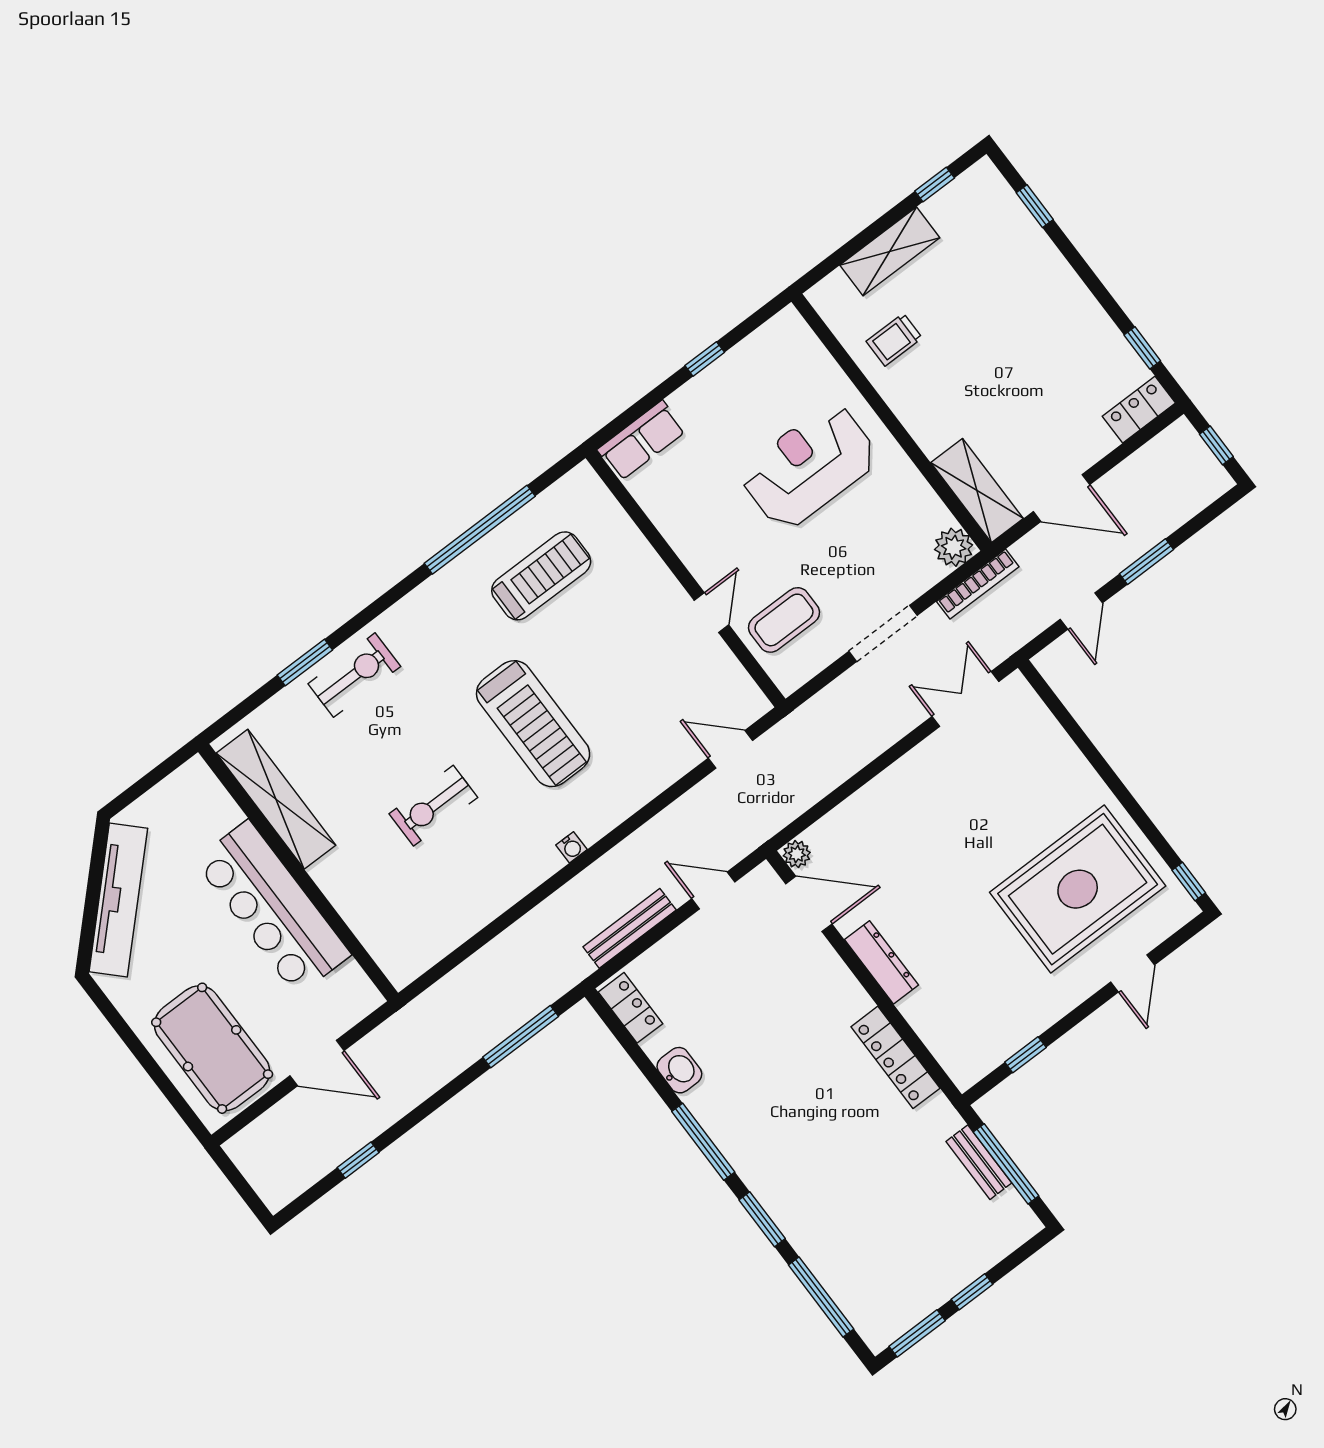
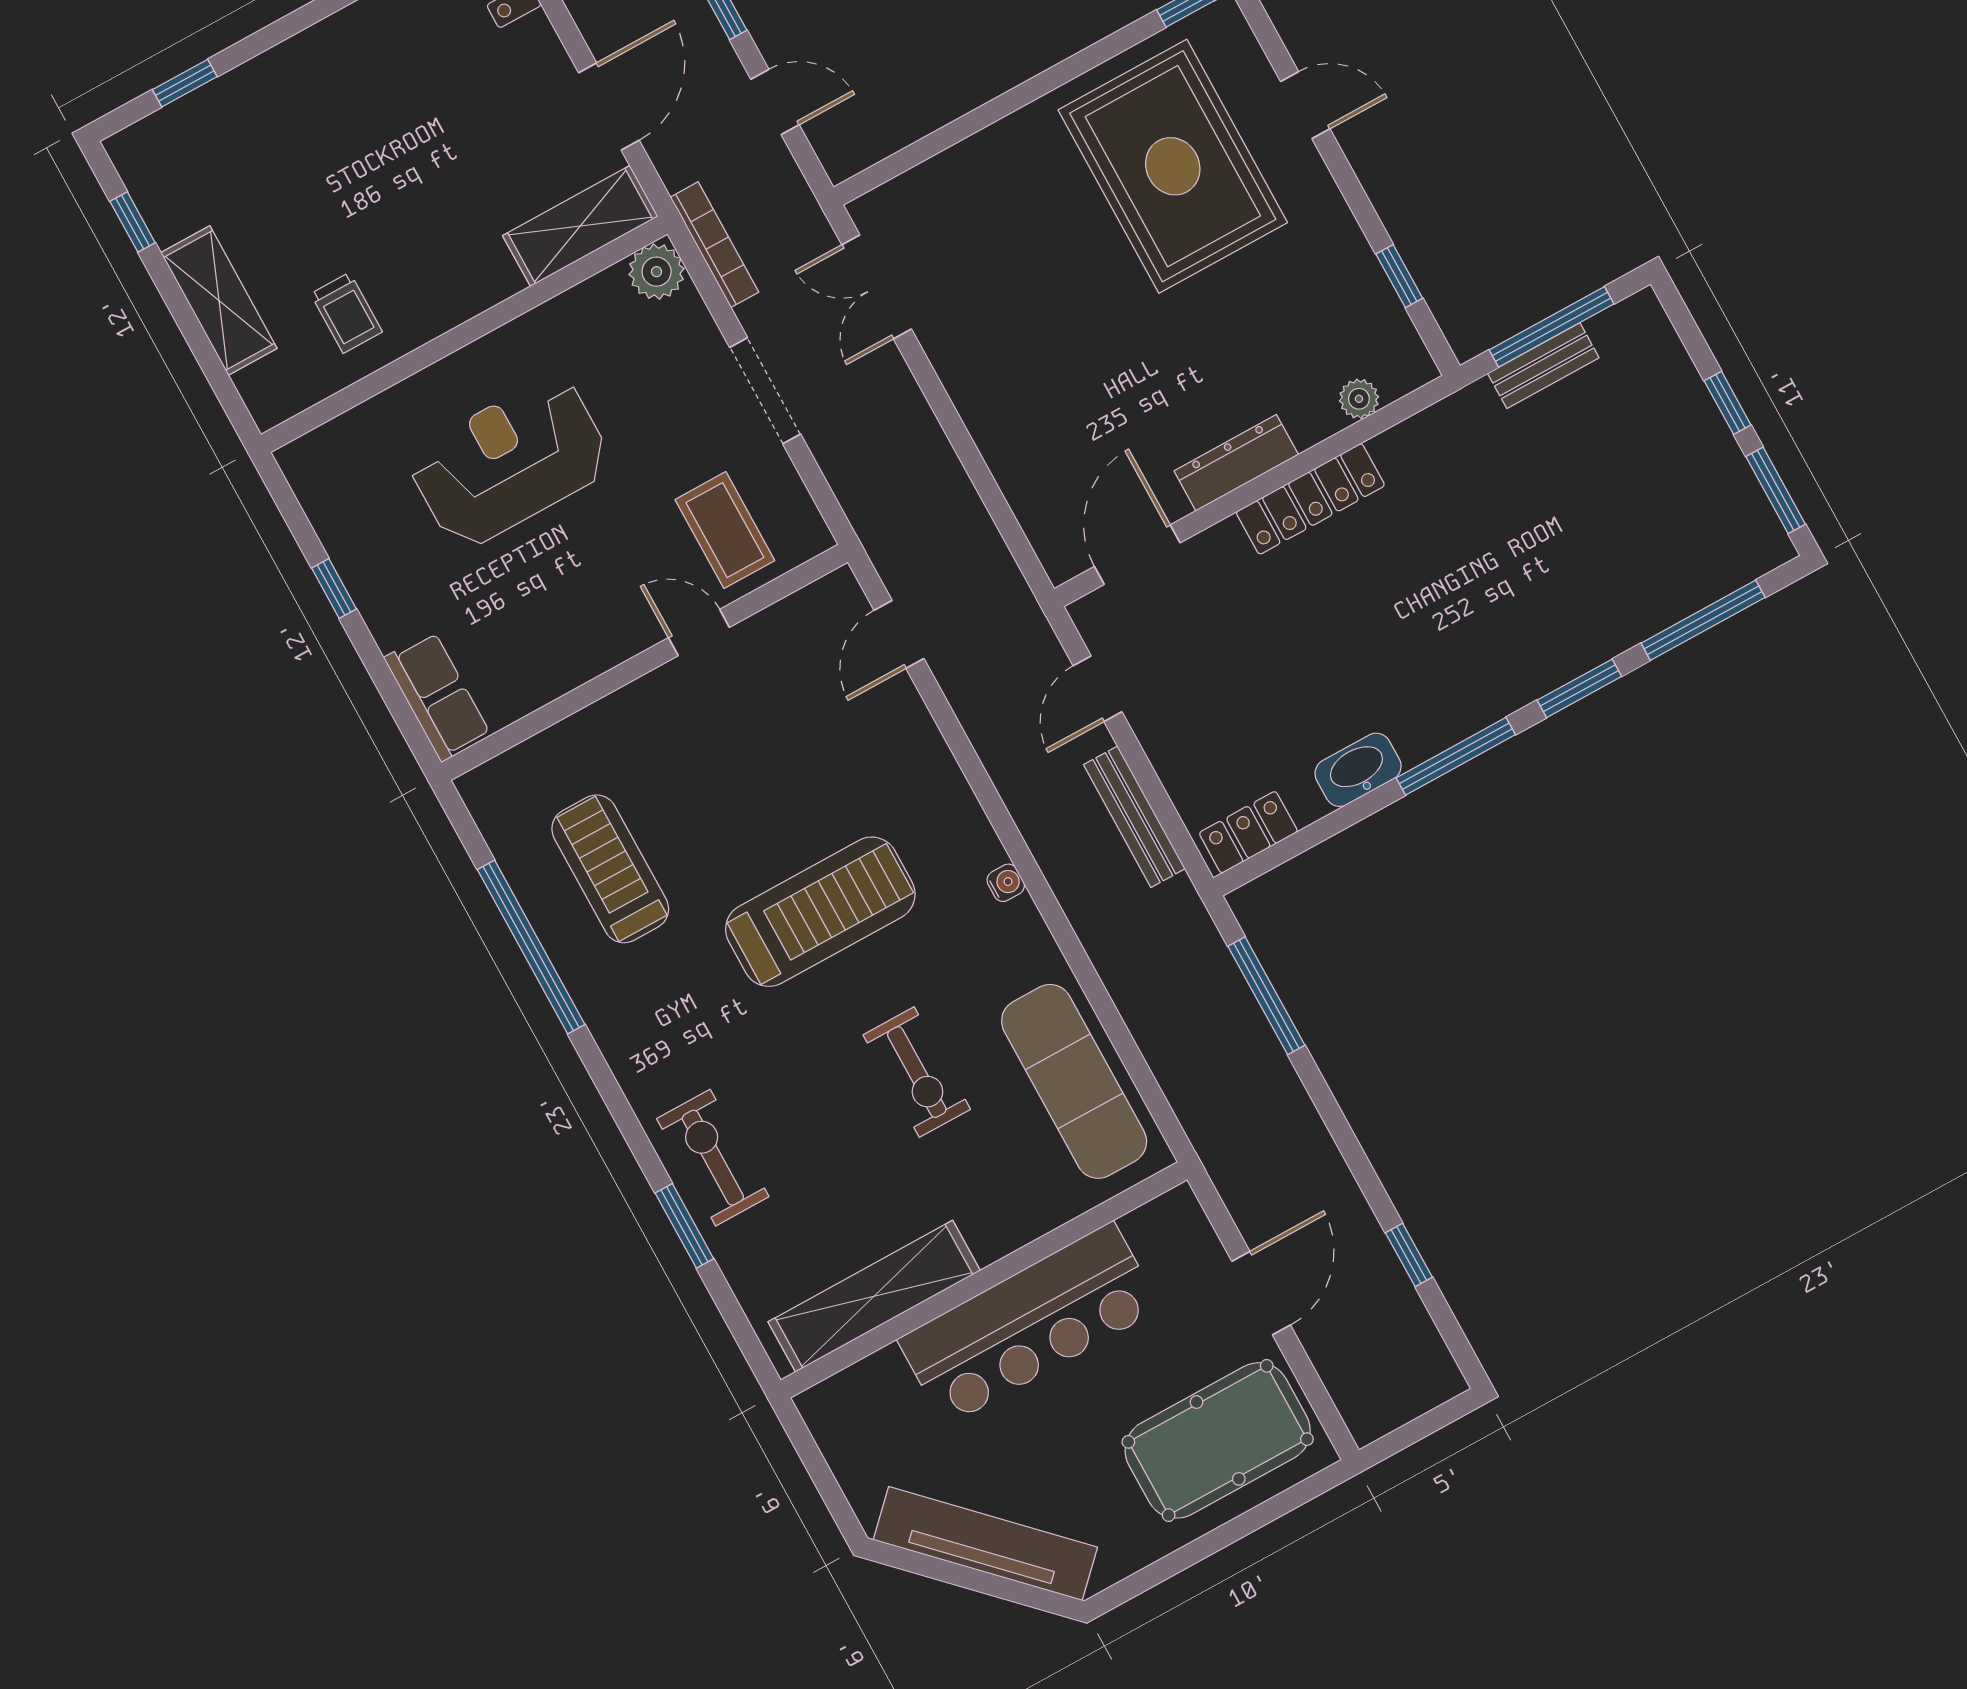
reception desk: (809, 466) -> (510, 462), turned 90
plant: (797, 854) -> (1359, 399), moved
exercise mat: (443, 914) -> (1074, 1081), added
locker: (895, 1057) -> (1310, 499), moved
washbasin: (679, 1070) -> (1358, 770), width x1.38

